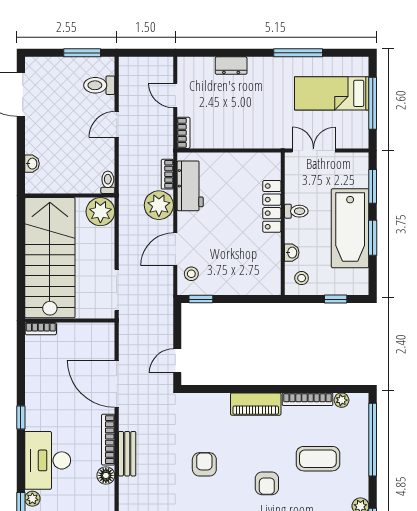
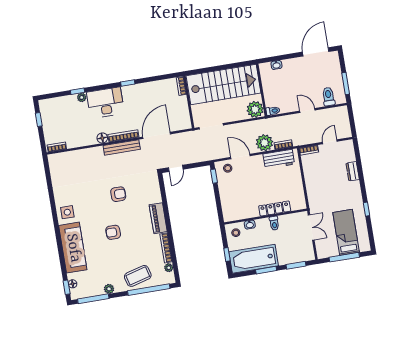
window: (298, 53) -> (366, 209), width x0.46
bathtub: (350, 228) -> (254, 259), moved
door: (177, 361) -> (176, 168), swing flipped
bench: (127, 454) -> (122, 147), width x1.36
coffee table: (318, 459) -> (138, 276), moved, turned 75

